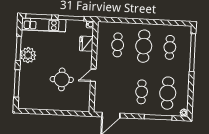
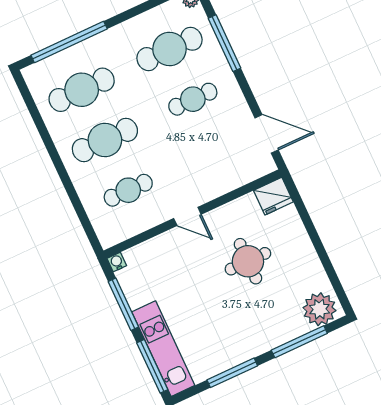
fridge: (86, 44) -> (273, 196), moved
cafe table: (170, 47) -> (82, 90), width x1.37, depth x1.35
plant: (28, 55) -> (319, 309), moved
door: (93, 75) -> (187, 216), moved

